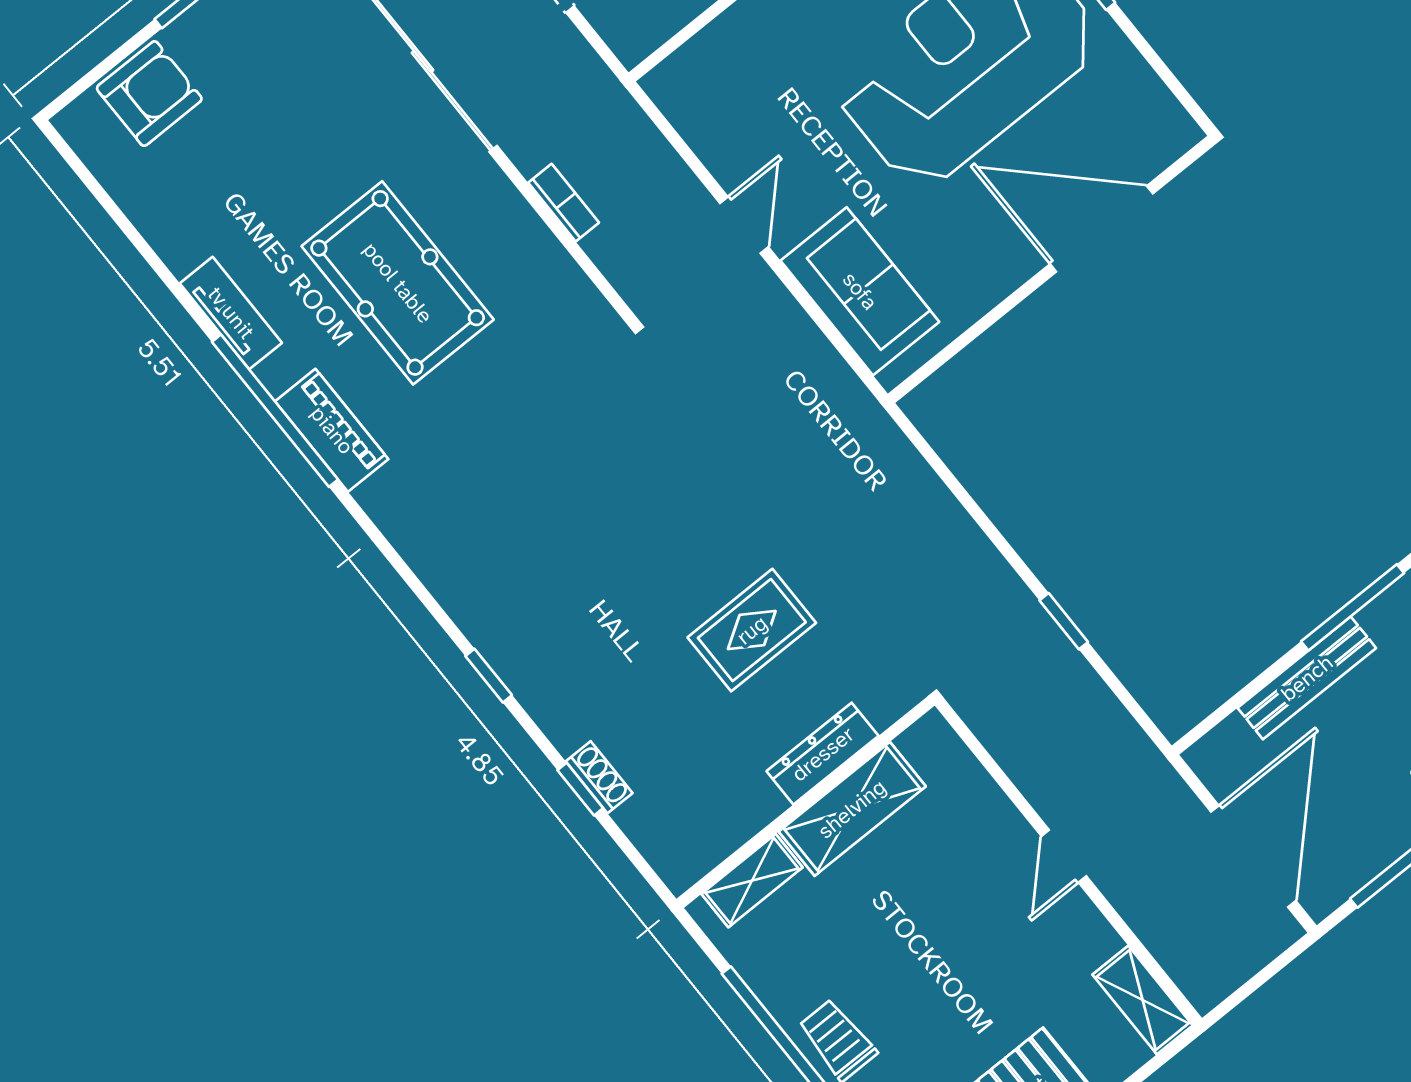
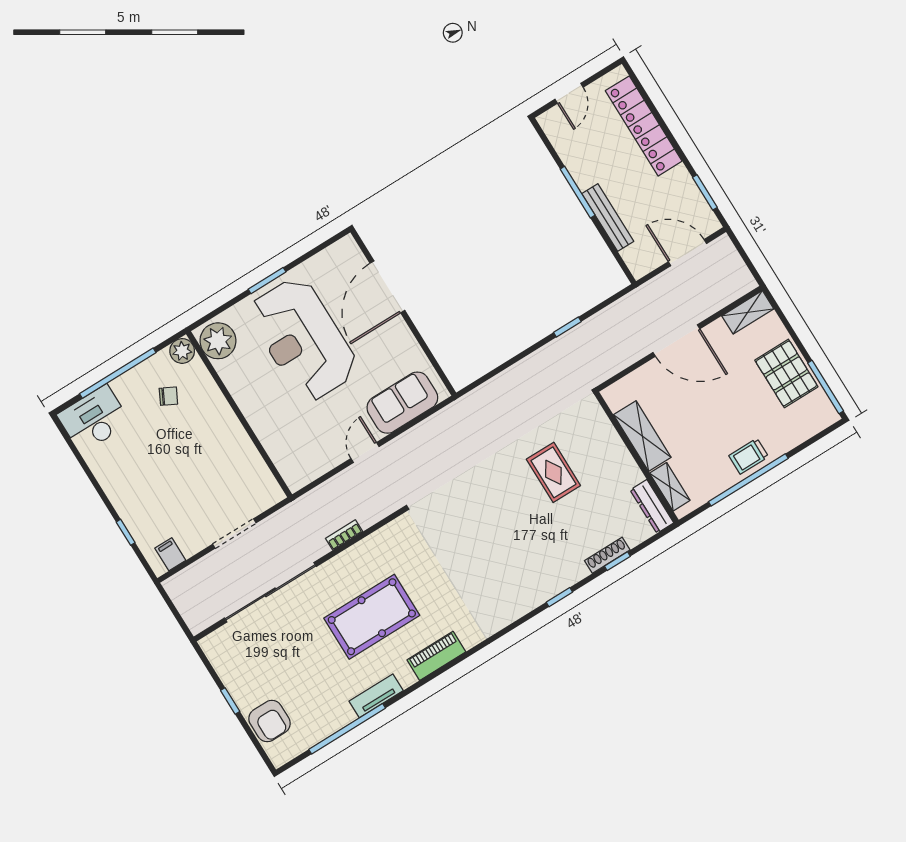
armchair: (149, 94) -> (270, 721), turned 180
door: (744, 225) -> (365, 453), hinge flipped
window: (275, 411) -> (347, 729), moved
dresser: (823, 754) -> (652, 506), moved
shoe rack: (599, 777) -> (607, 555), width x1.43
door: (1064, 856) -> (676, 341), width x1.87
door: (1253, 856) -> (687, 253), width x0.73

